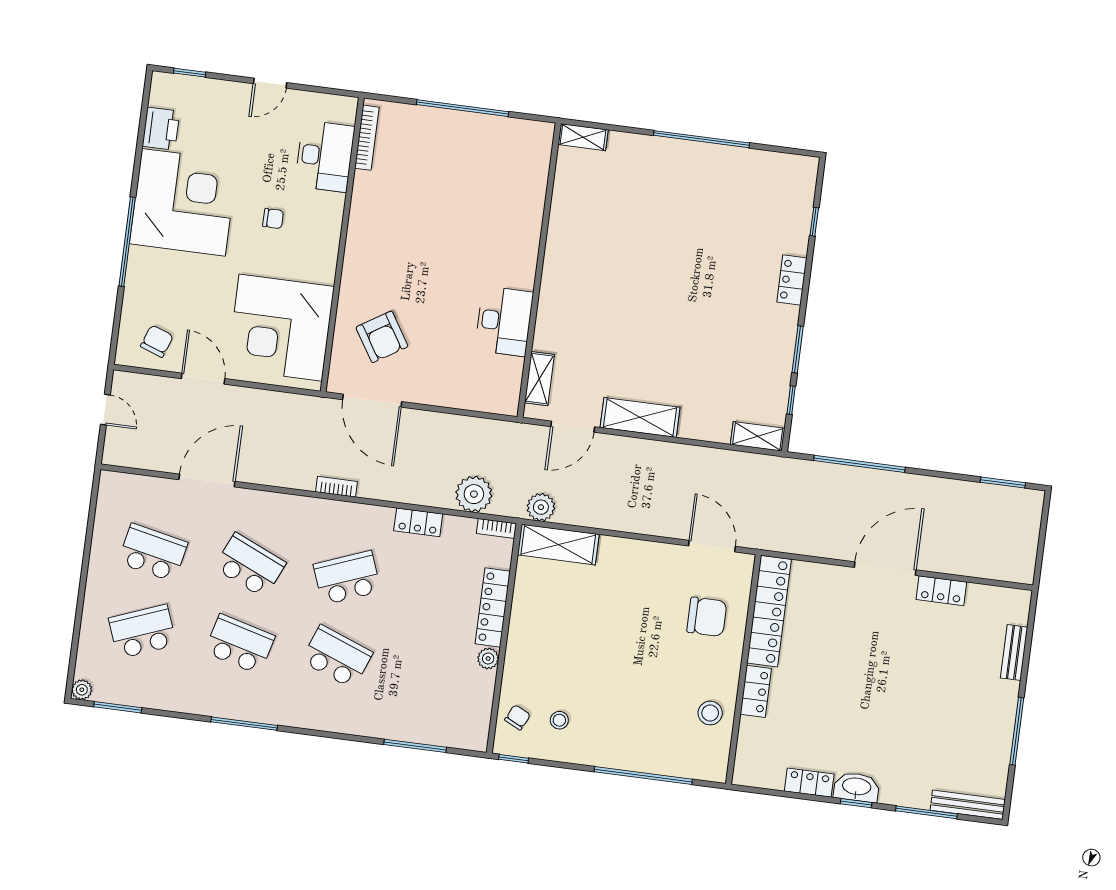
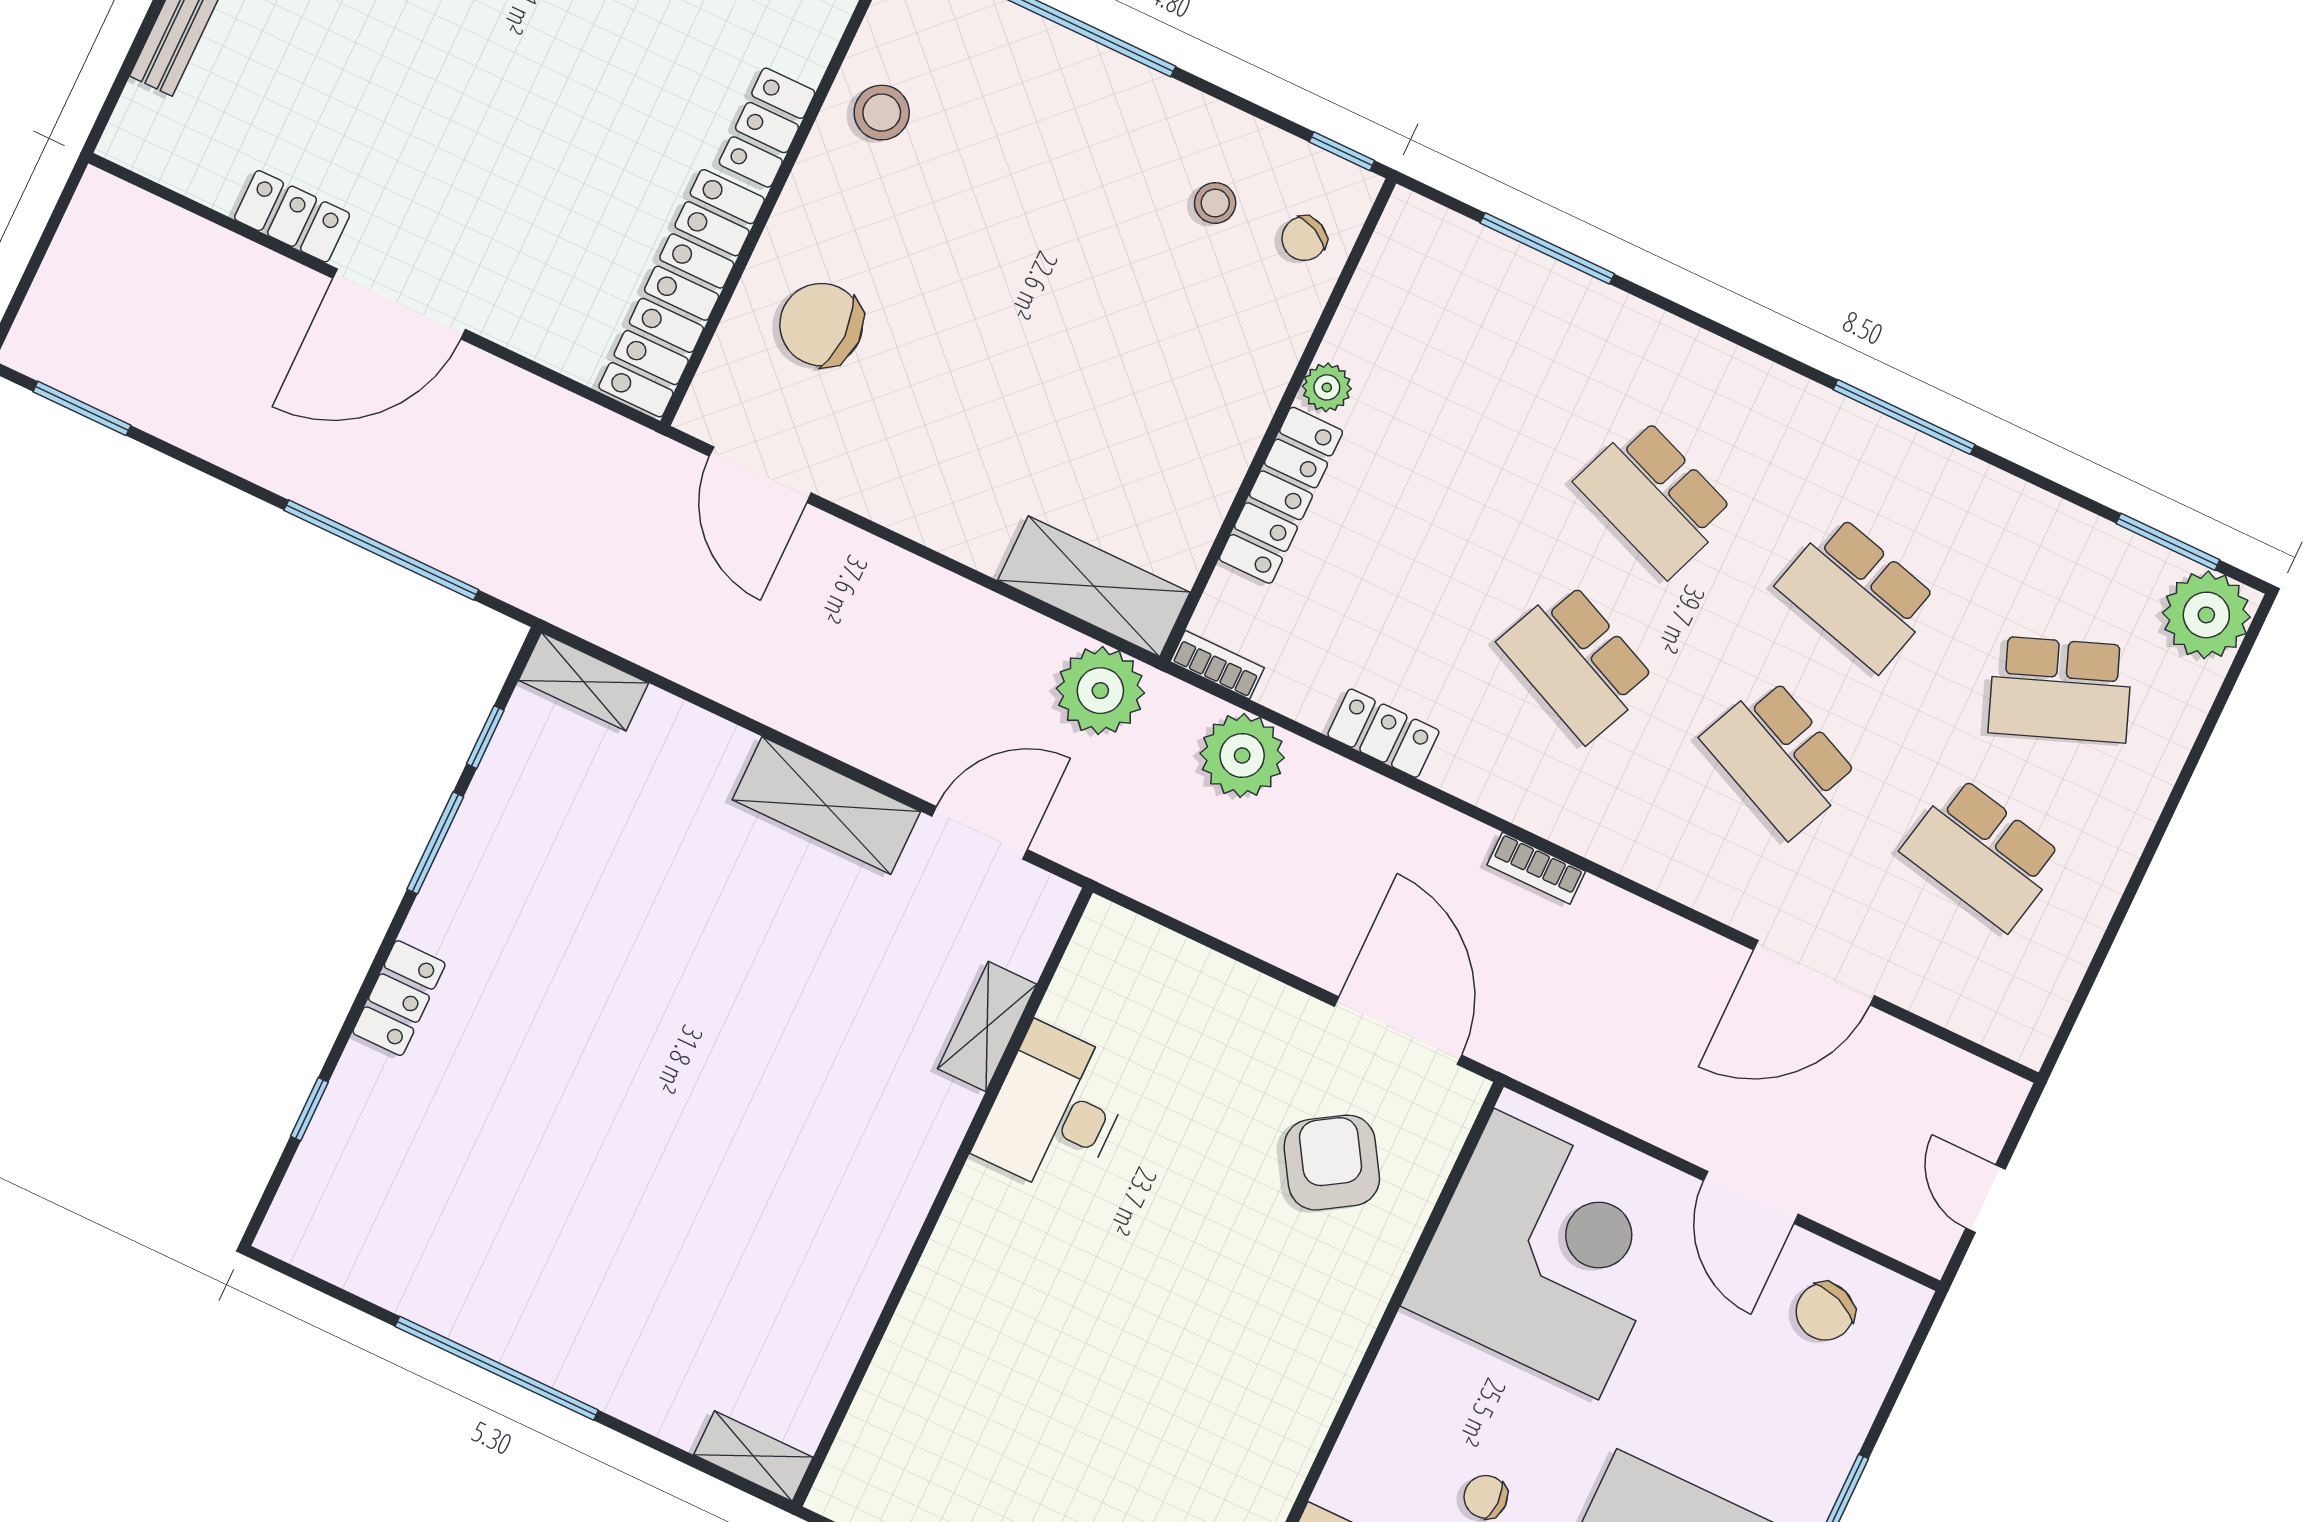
shelving: (539, 379) -> (987, 1026), moved
plant: (541, 507) -> (1100, 691), width x1.36, depth x1.36
school desk: (347, 578) -> (1577, 662), turned 45
plant: (82, 690) -> (2206, 615), width x1.87, depth x1.87

